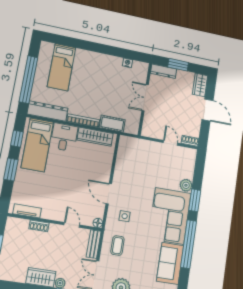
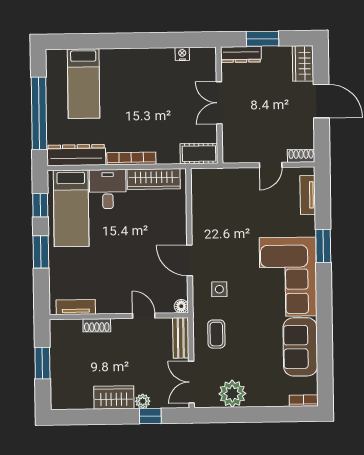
cot: (112, 124) -> (199, 154), moved
door: (170, 143) -> (271, 165), swing flipped
tv unit: (190, 166) -> (308, 195), added
plant: (186, 185) -> (306, 226), removed
window: (189, 244) -> (324, 314), removed

